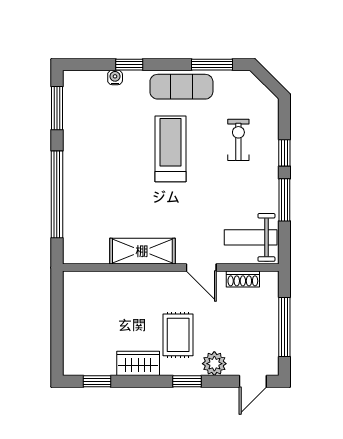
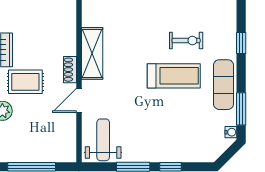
water cooler: (115, 77) -> (231, 132), moved
exercise bike: (238, 140) -> (186, 41), moved
shoe rack: (243, 279) -> (70, 70), moved

